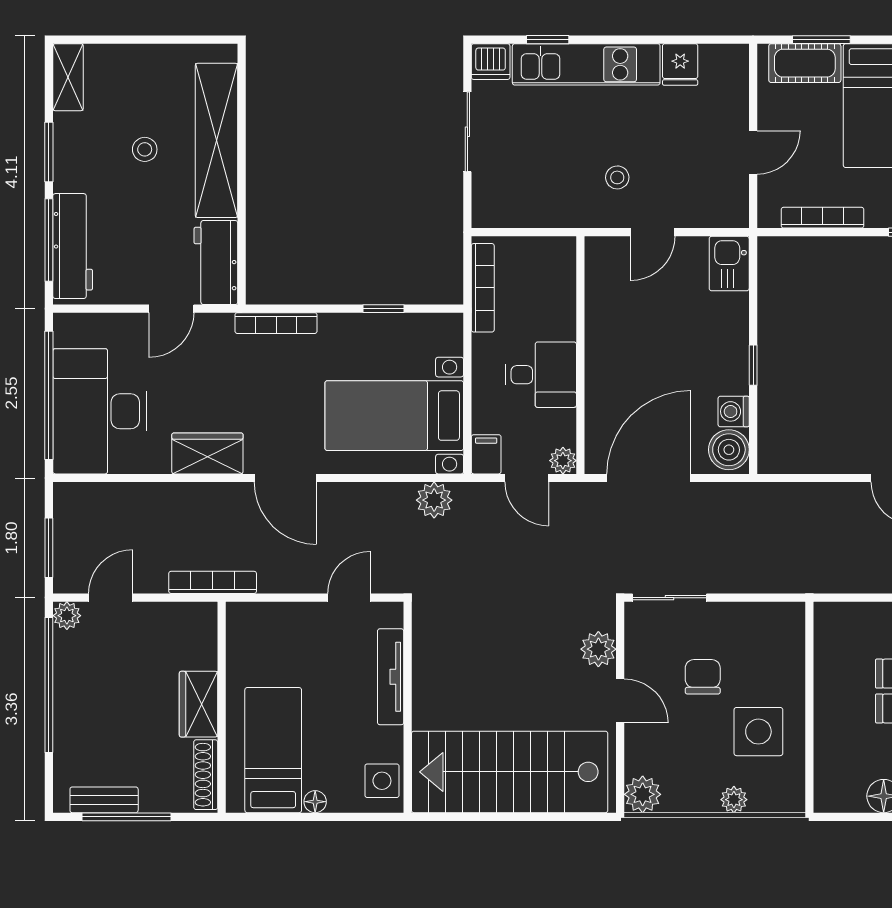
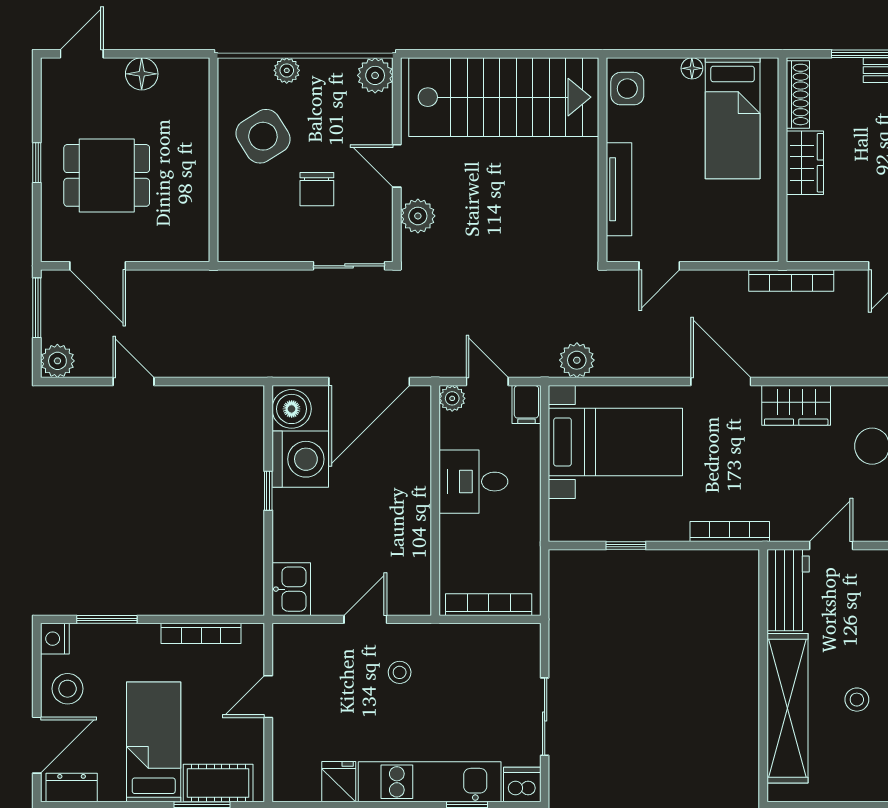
bookcase: (483, 288) -> (489, 605), moved, turned 90
washing machine: (734, 411) -> (300, 459), width x1.89, depth x1.89
side table: (758, 732) -> (263, 136), turned -32

